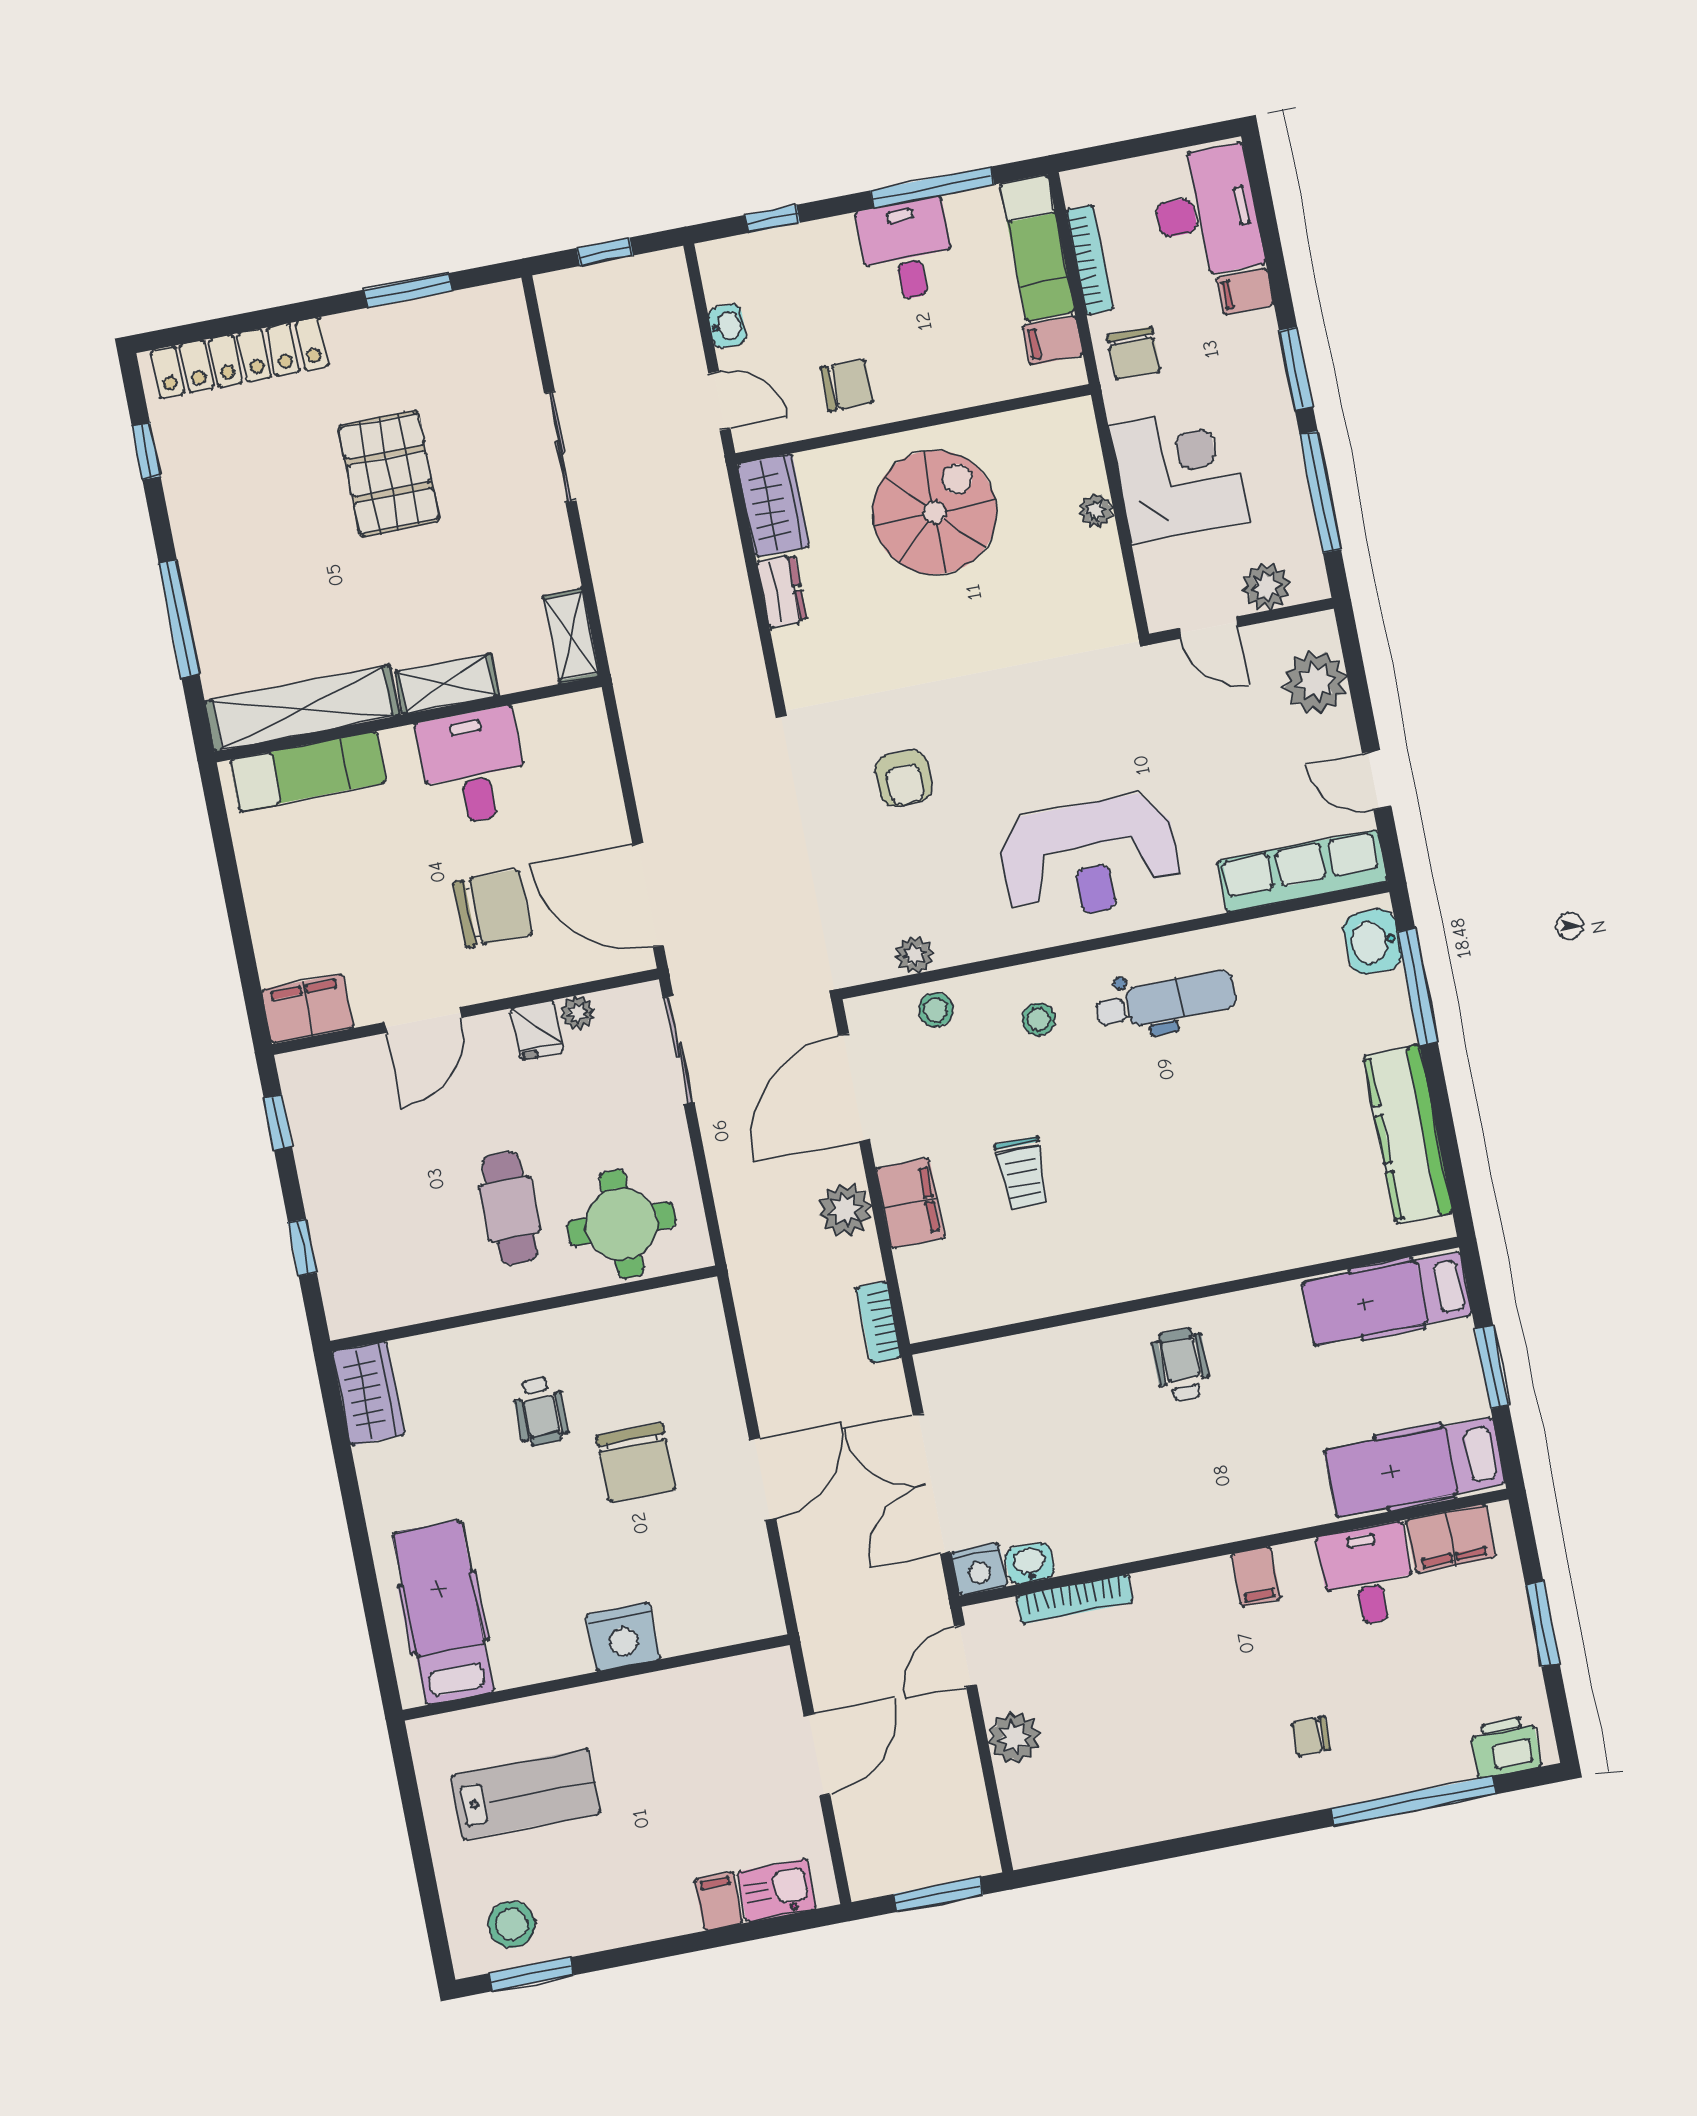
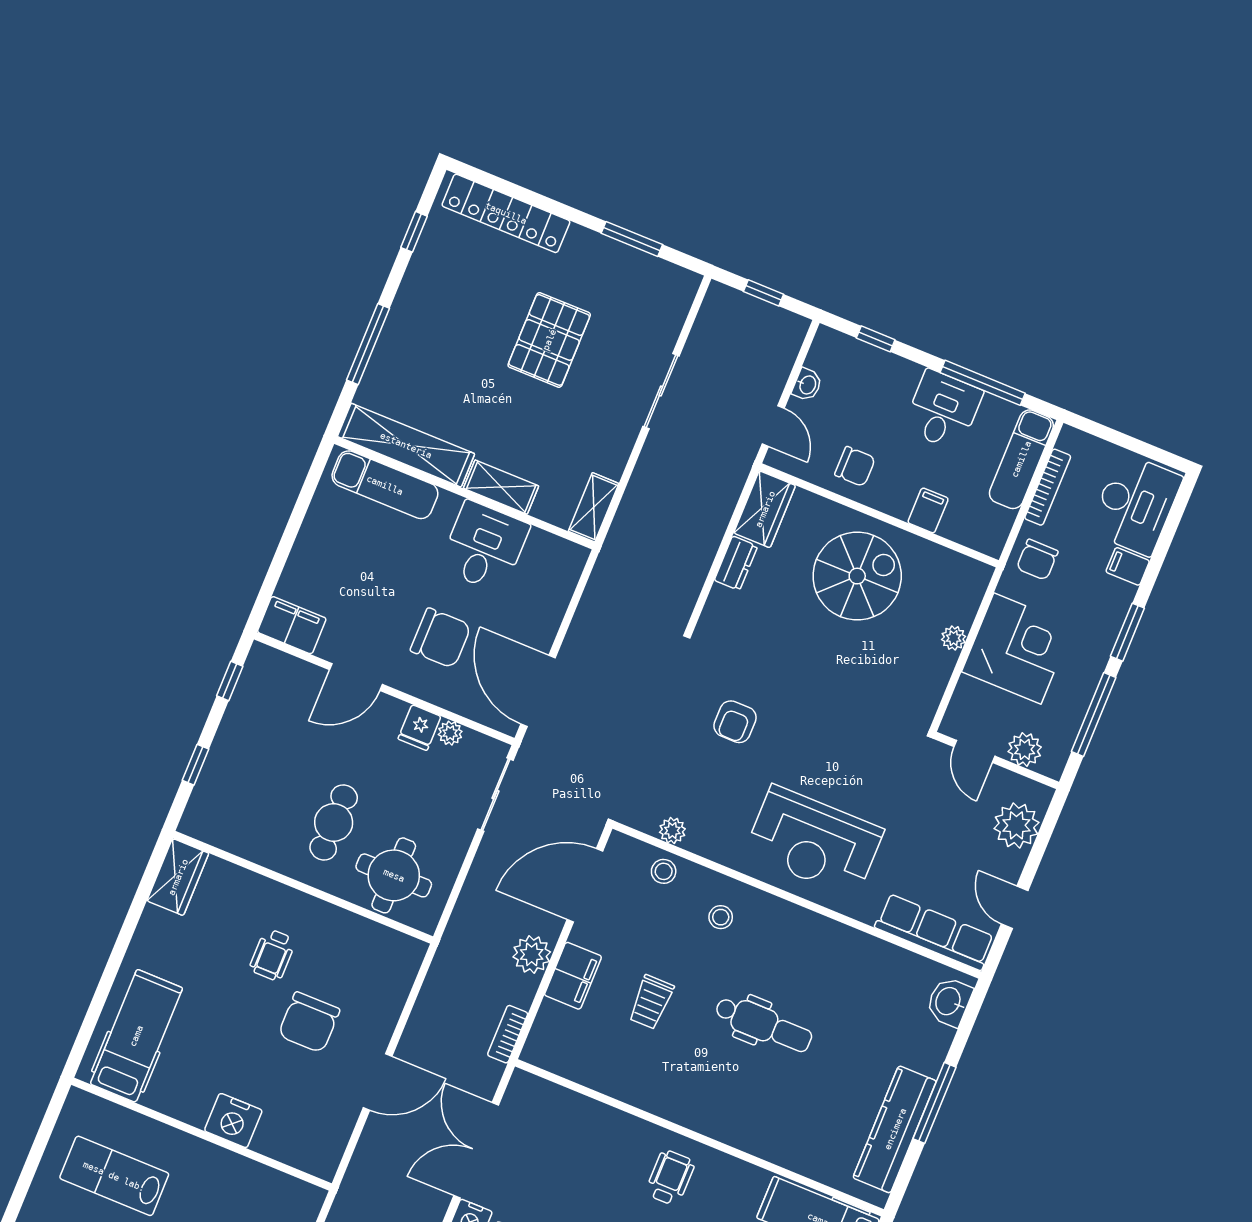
filing cabinet: (1053, 340) -> (928, 510), moved, turned 90
window: (1417, 987) -> (934, 1103), moved
dental chair: (1166, 1001) -> (764, 1024), moved
lab bench: (526, 1794) -> (114, 1176), turned 180

